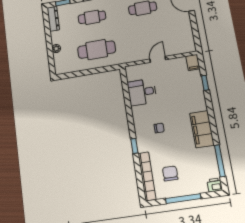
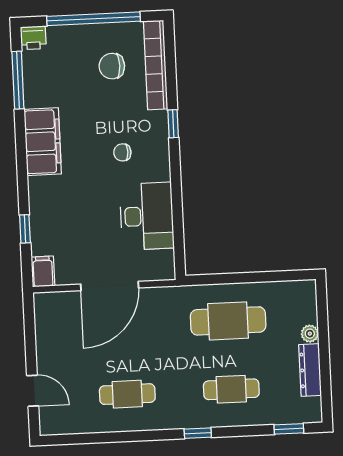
dresser: (53, 19) -> (310, 370), moved
door: (158, 59) -> (110, 286), width x1.87
desk: (142, 92) -> (147, 216), width x1.37
chair: (170, 173) -> (112, 66), turned 90
window: (183, 199) -> (93, 19), width x1.46

